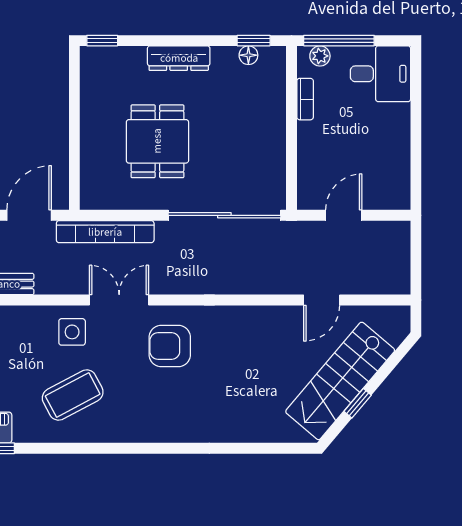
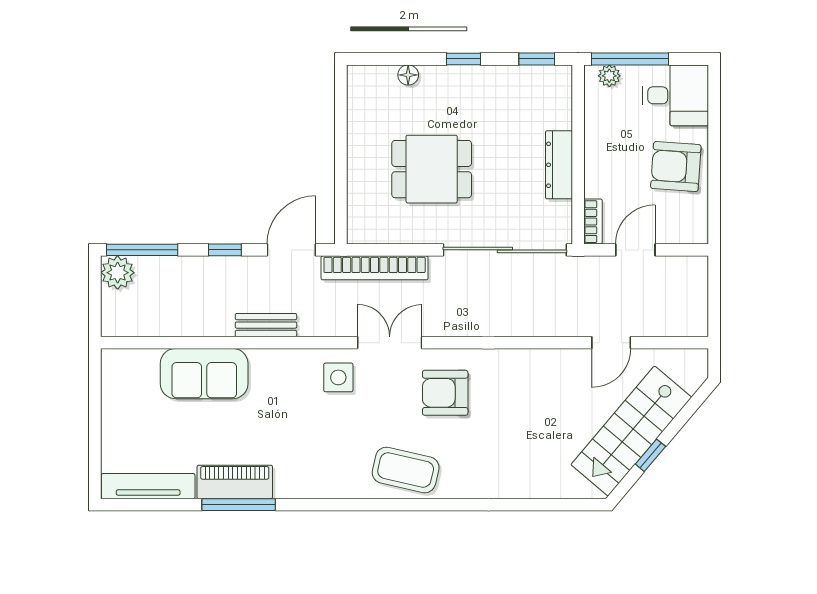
window: (102, 41) -> (464, 59), moved
floor lamp: (248, 55) -> (408, 75), moved
dresser: (179, 58) -> (559, 165), moved, turned 90
bookcase: (305, 99) -> (593, 222), moved
armchair: (381, 139) -> (676, 167), added
dining table: (157, 141) -> (432, 169), turned 90
coffee table: (73, 395) -> (406, 470), moved, turned 41

